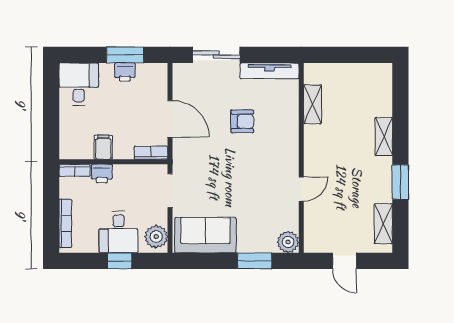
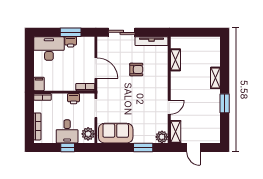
desk: (79, 84) -> (49, 49), width x1.37
filing cabinet: (103, 147) -> (39, 84), moved
printer: (102, 174) -> (74, 99), moved
shelving: (383, 224) -> (176, 132), moved

